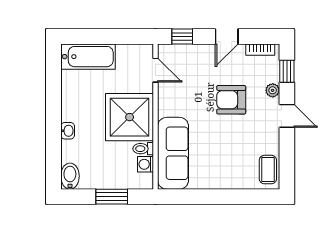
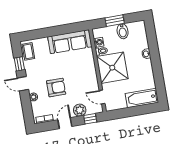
plant: (198, 54) -> (80, 110), added
window: (287, 71) -> (19, 64), moved
sofa: (173, 153) -> (70, 42), moved, turned -90
bidet: (70, 176) -> (123, 31), moved

